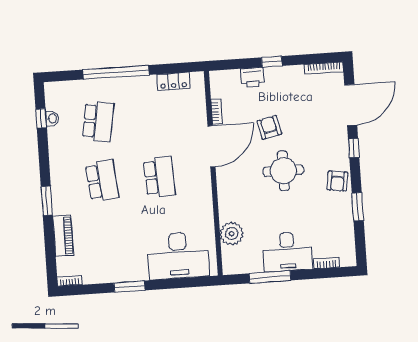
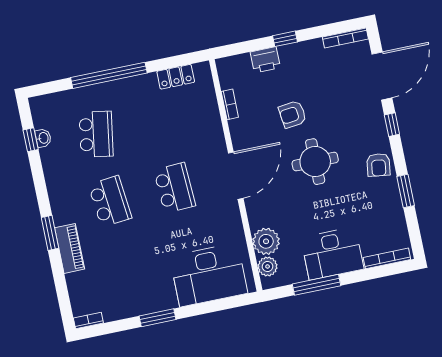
armchair: (269, 128) -> (292, 114), turned -84
door: (211, 146) -> (236, 176), moved
piano: (63, 236) -> (70, 248), moved
plant: (230, 255) -> (268, 266), added
bookcase: (326, 263) -> (387, 258), width x1.56

